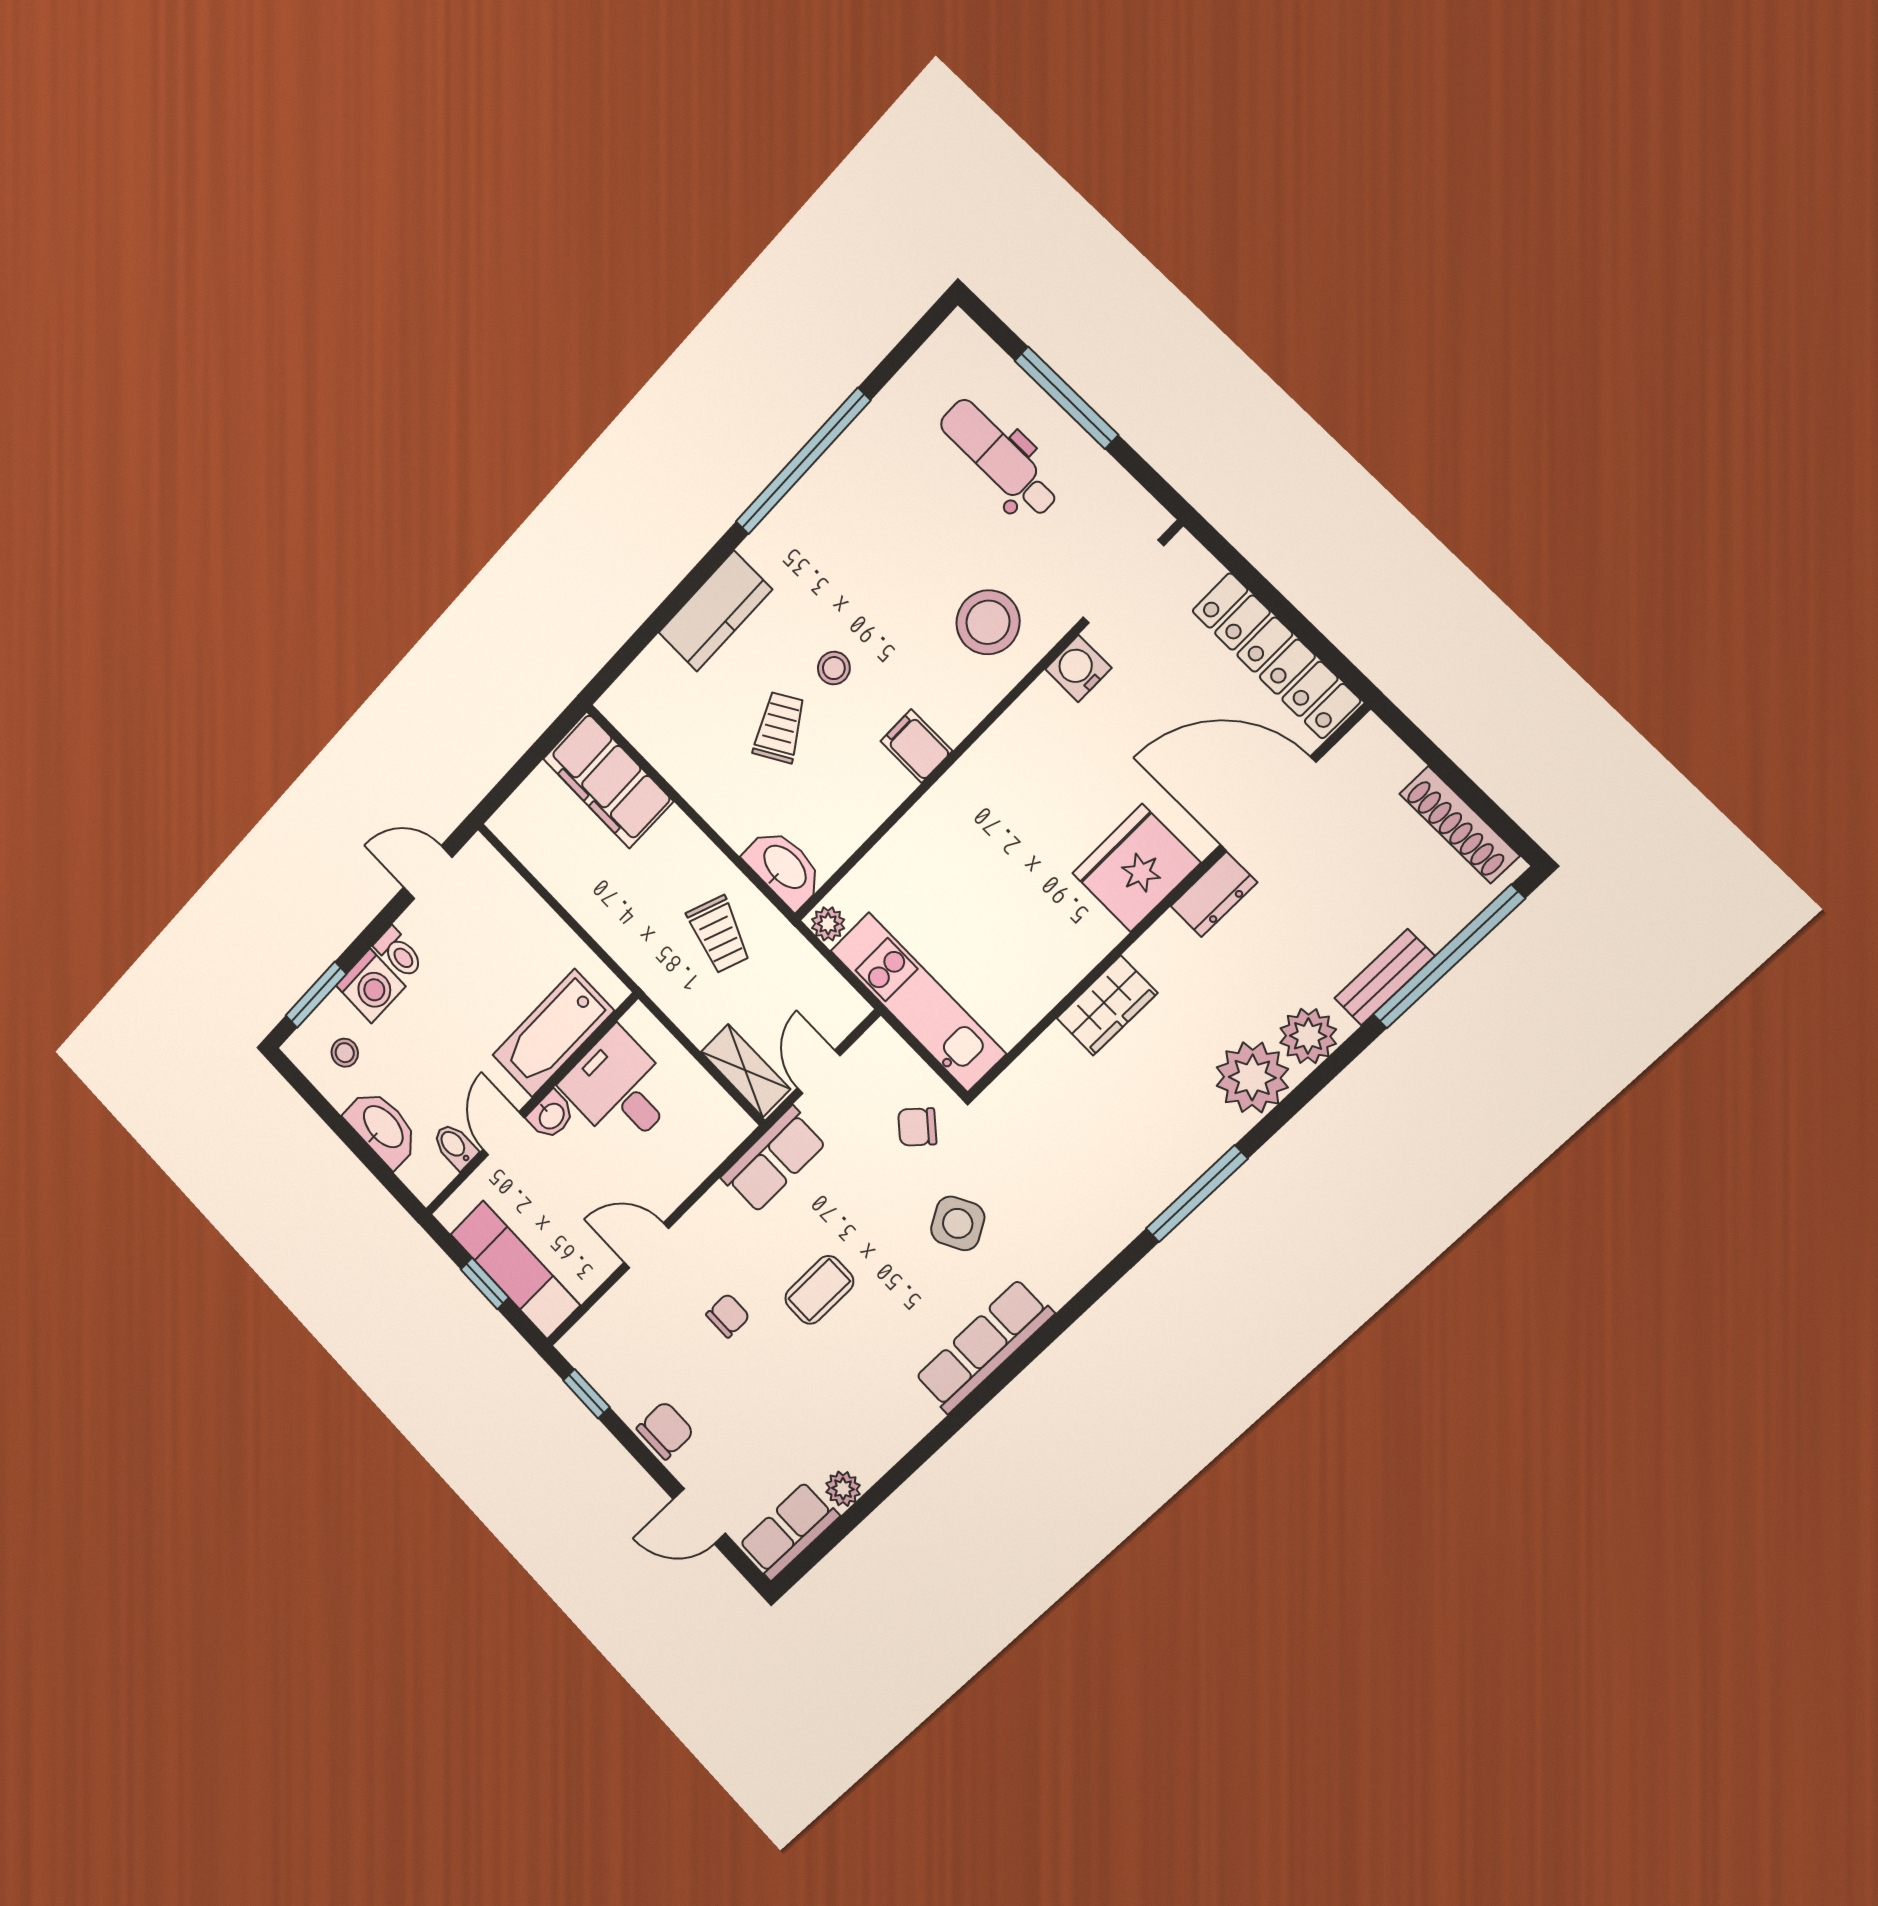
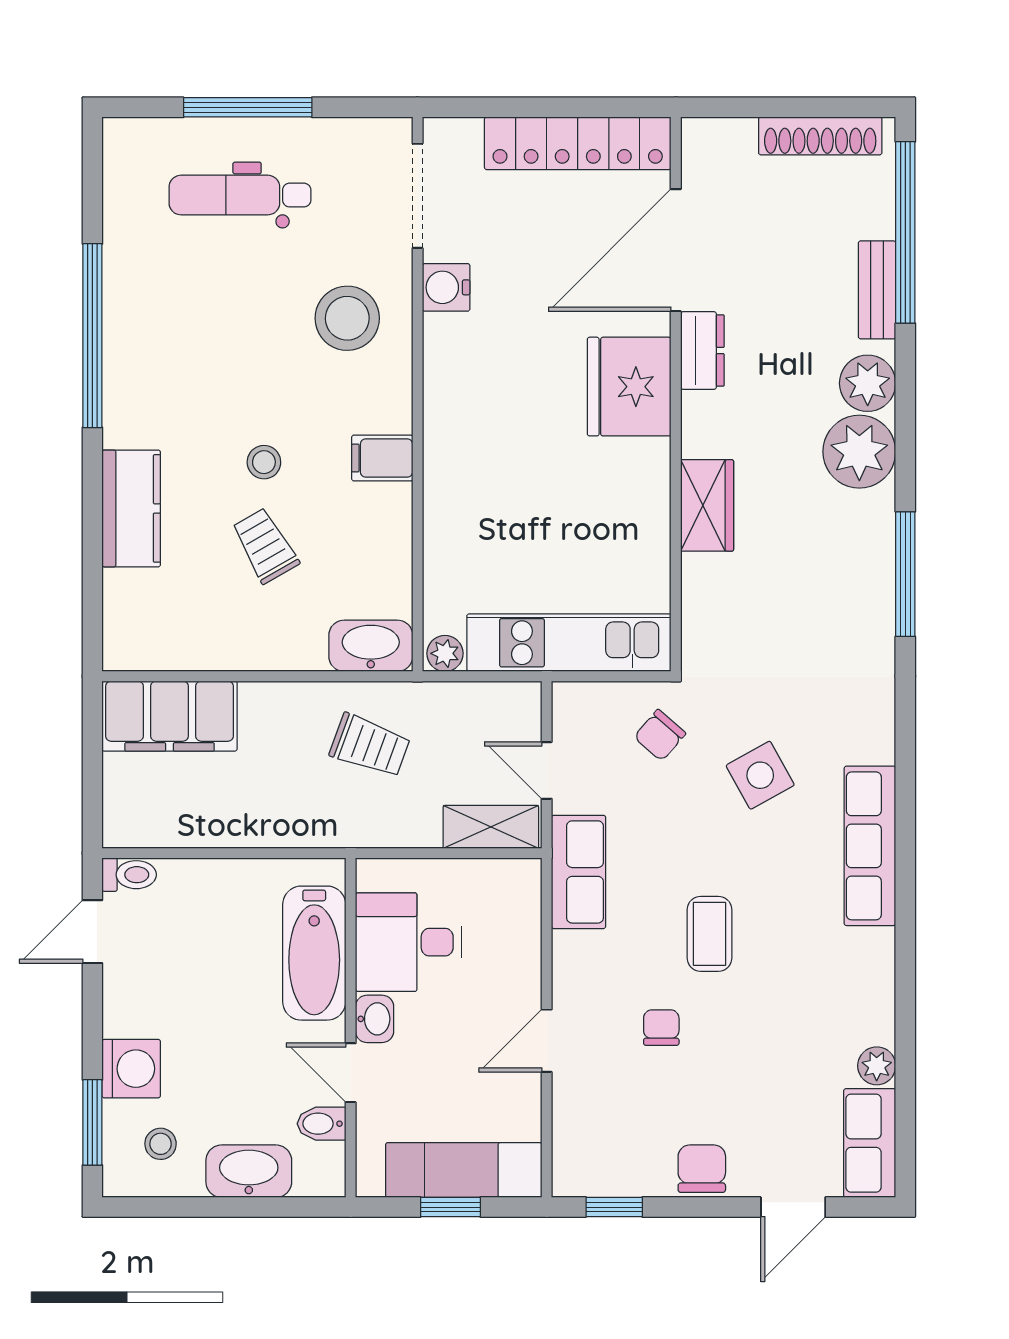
toilet: (399, 953) -> (129, 875), moved

